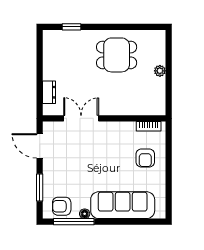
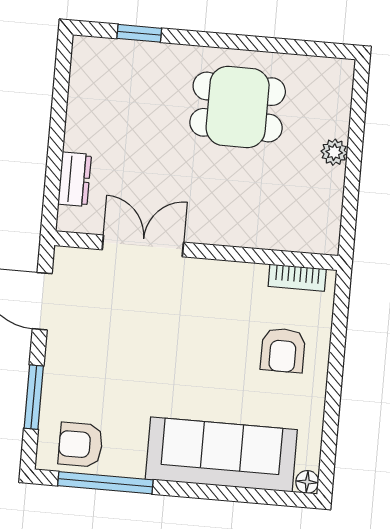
floor lamp: (85, 214) -> (307, 482), moved

